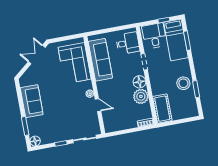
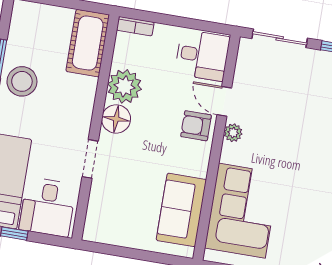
desk: (128, 43) -> (202, 55), moved, turned 180
sofa: (100, 60) -> (181, 210), width x0.73
armchair: (106, 91) -> (196, 126), added

